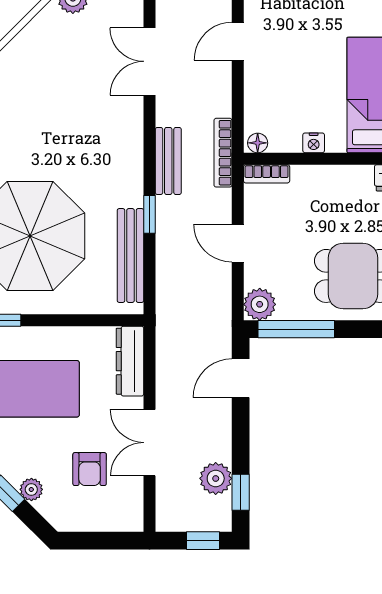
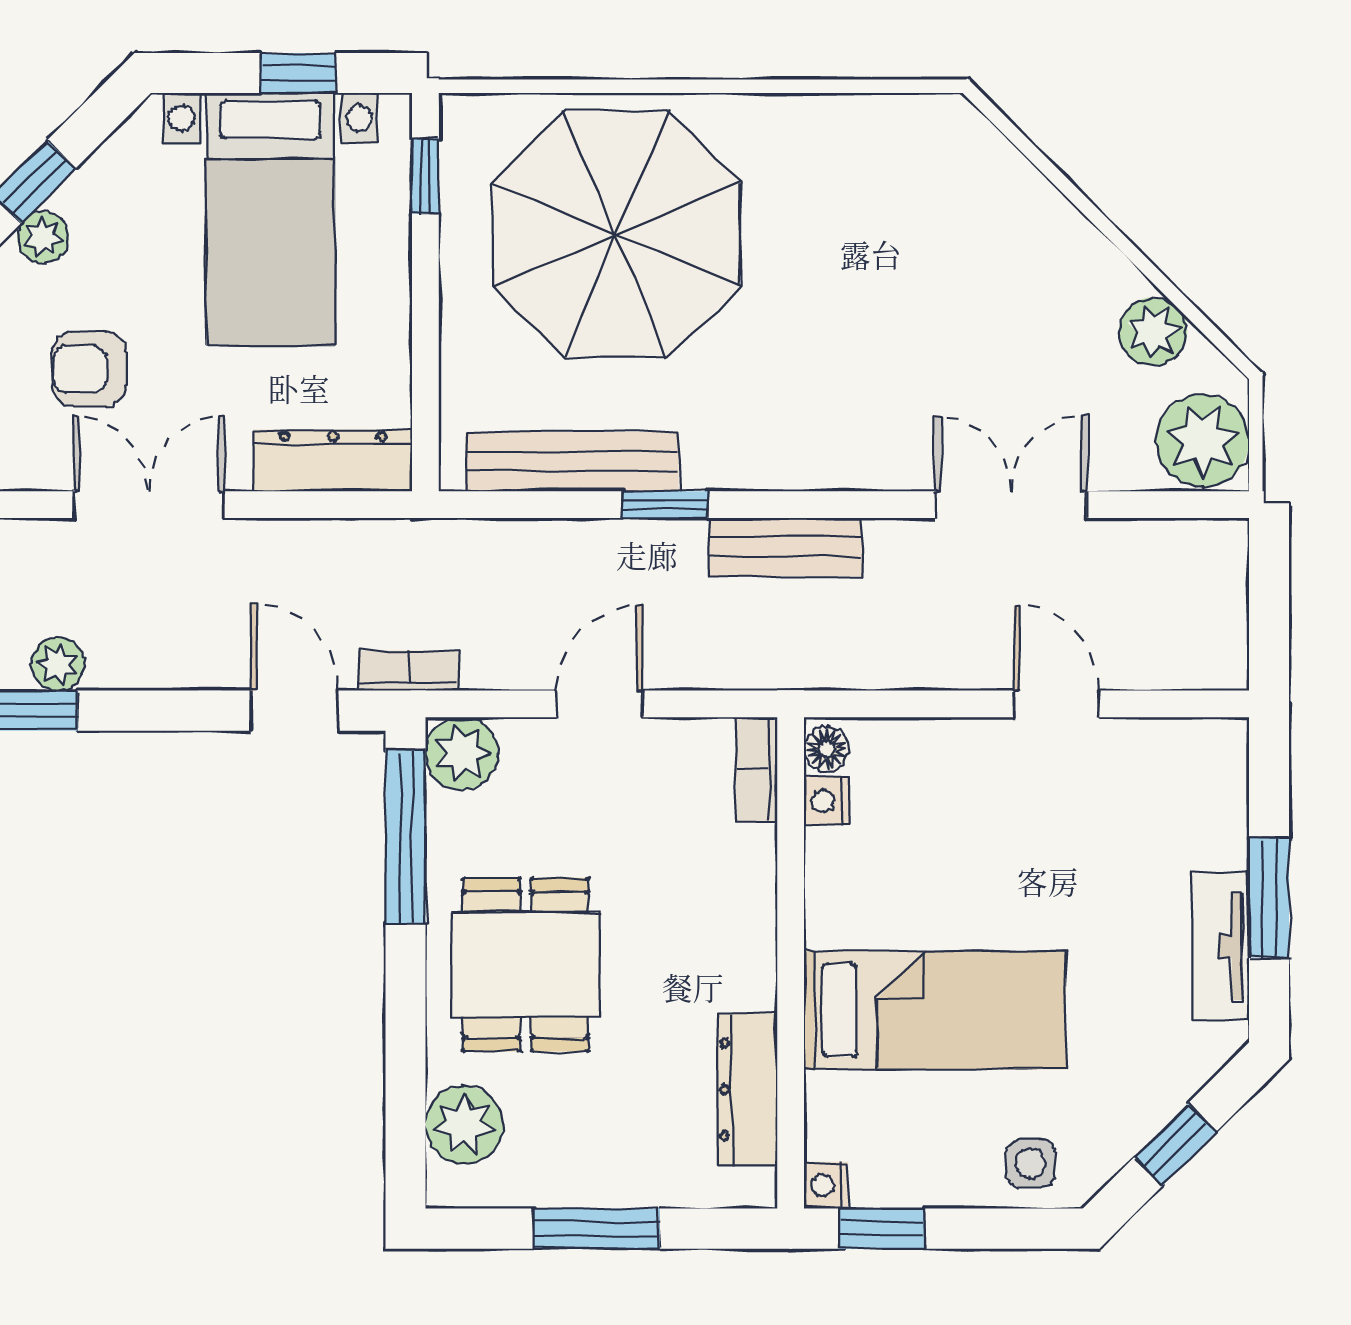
nightstand: (314, 143) -> (827, 801), moved
bookcase: (223, 153) -> (408, 671), moved, width x0.64
plant: (216, 478) -> (58, 664), width x0.73, depth x0.73

